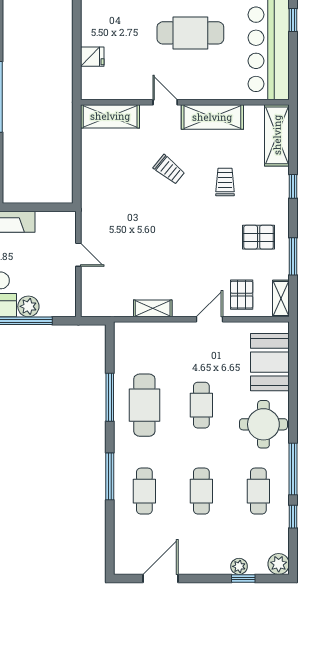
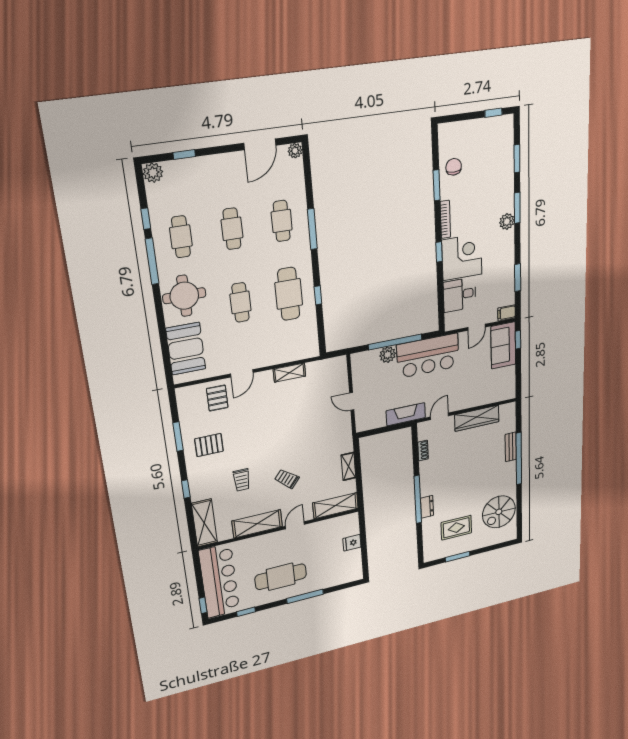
door: (165, 102) -> (295, 525), swing flipped
shelving: (281, 299) -> (348, 466), moved
window: (110, 397) -> (318, 295), width x0.46
plant: (239, 566) -> (295, 151), moved

